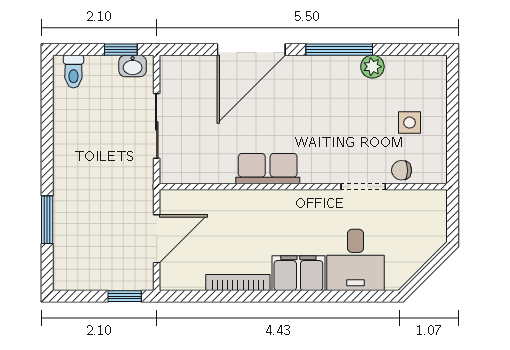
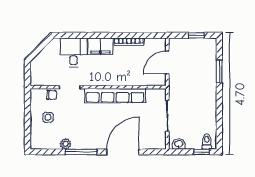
window: (121, 50) -> (202, 152), moved
row of seats: (268, 169) -> (115, 96), width x2.02
window: (125, 296) -> (196, 35), moved

